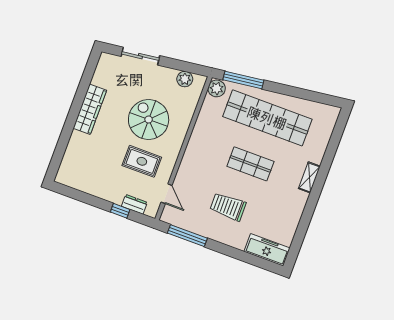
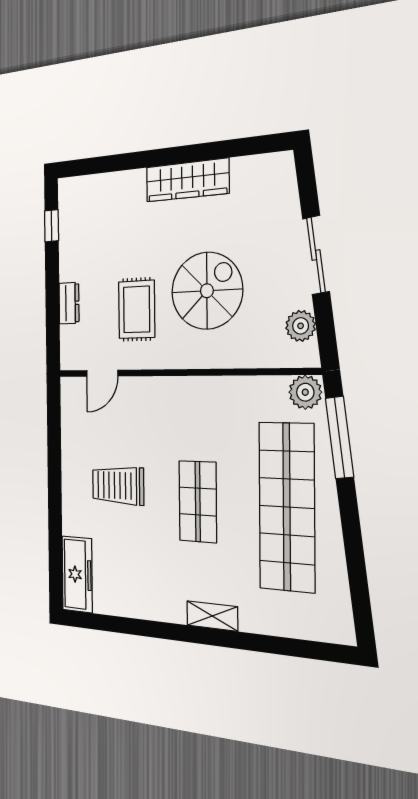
sliding door: (140, 56) -> (316, 255), moved
dresser: (134, 204) -> (69, 303), moved
trolley: (228, 207) -> (118, 485), turned -90
window: (120, 211) -> (52, 226), moved
window: (187, 236) -> (54, 433), removed

